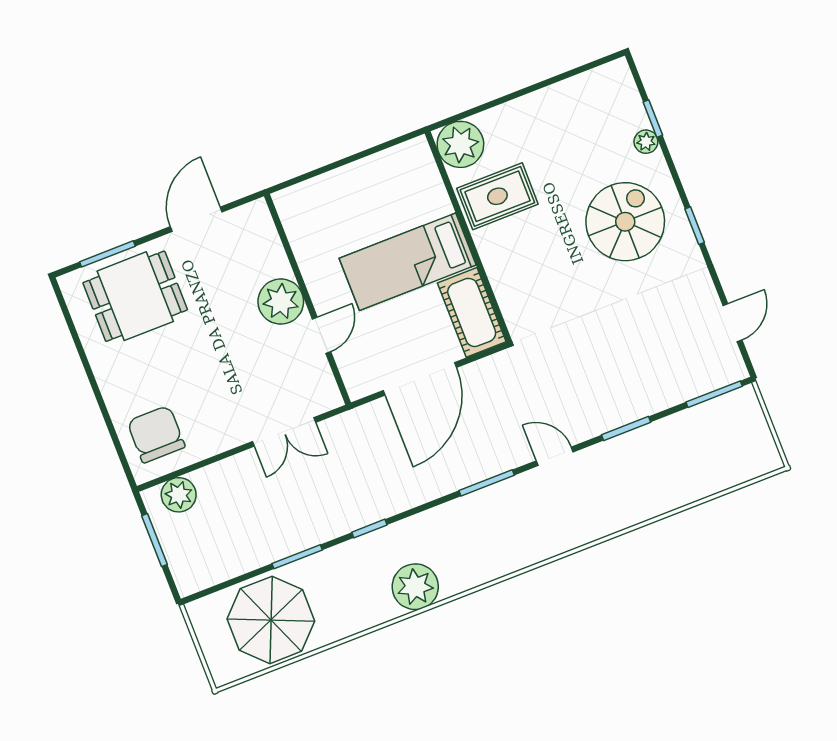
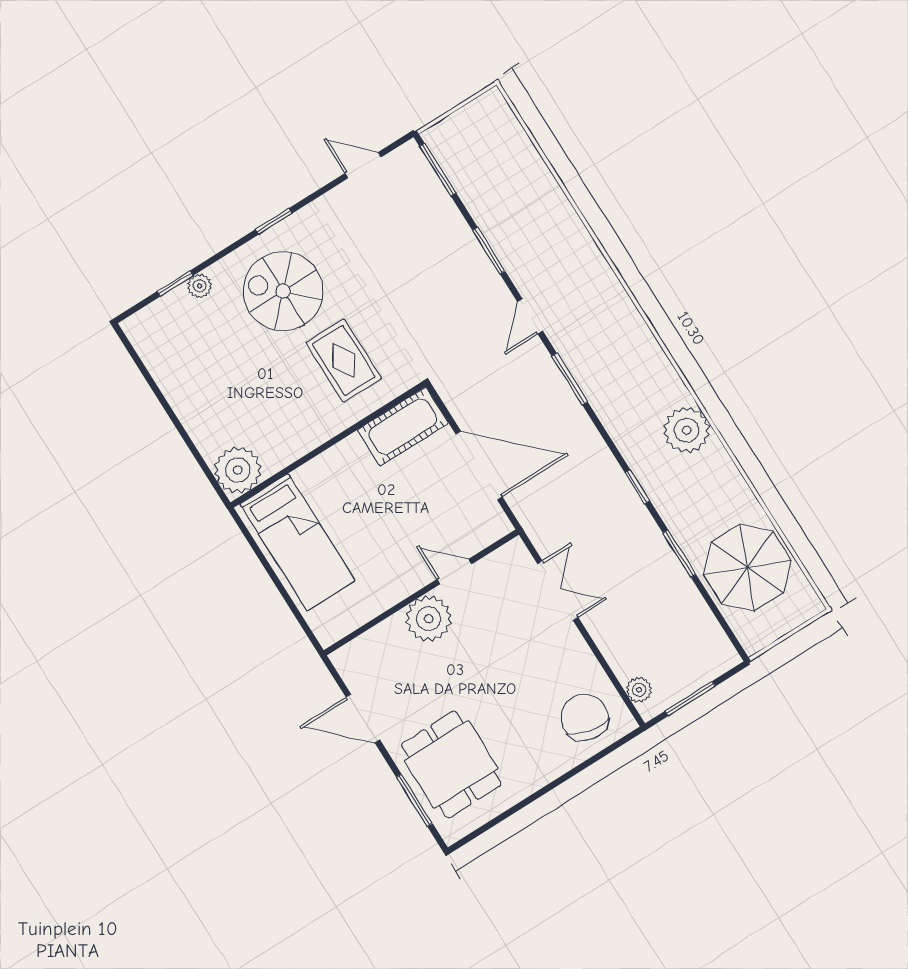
rug: (497, 196) -> (344, 360), moved
bed: (408, 262) -> (298, 542), moved
chair: (156, 434) -> (584, 717), turned 102
plant: (179, 495) -> (639, 690), width x0.73, depth x0.73

